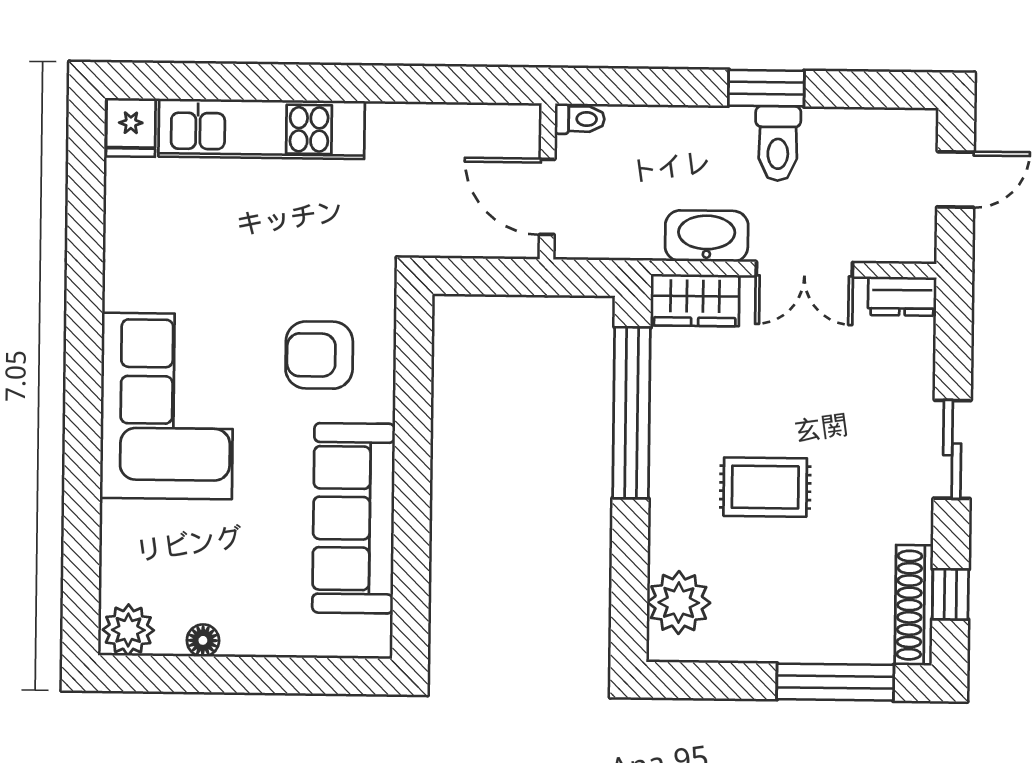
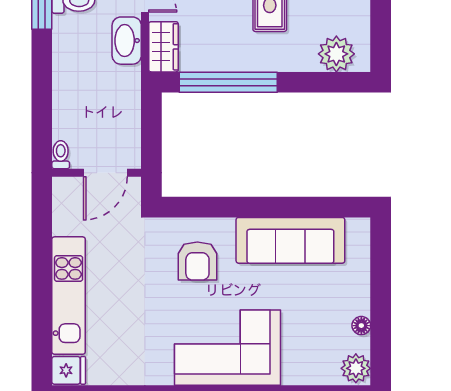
toilet: (580, 119) -> (61, 155), moved
wall: (547, 181) -> (97, 173), moved
door: (547, 197) -> (105, 173), moved

